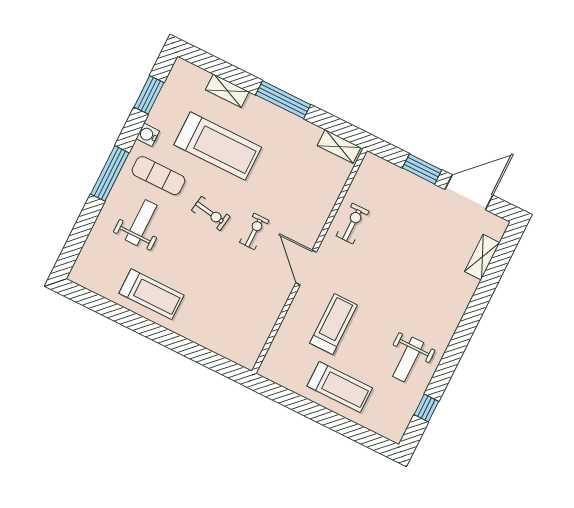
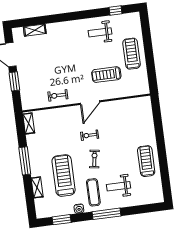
weight bench: (408, 360) -> (100, 32), turned 180

